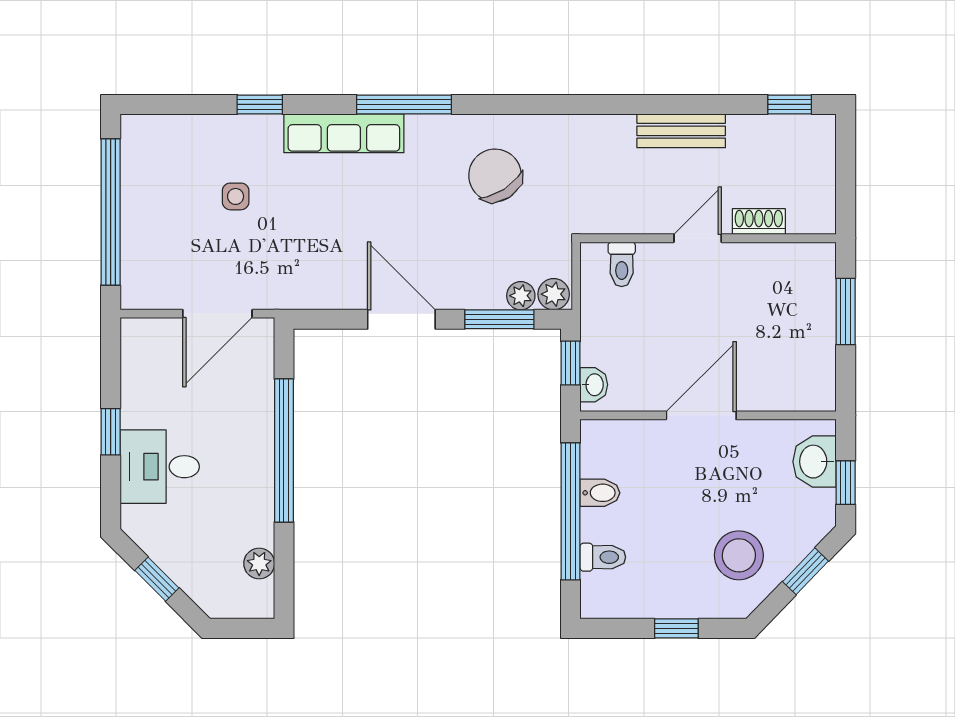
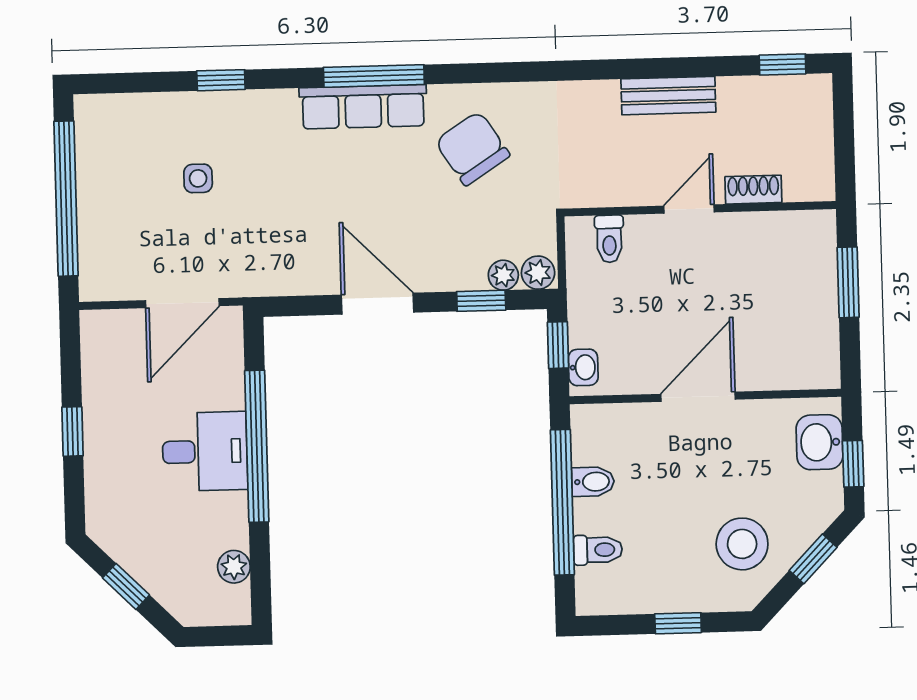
row of seats: (344, 133) -> (363, 107), moved
window: (499, 319) -> (481, 301), width x0.67
desk: (160, 467) -> (205, 451), moved, turned 180

